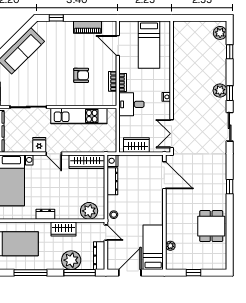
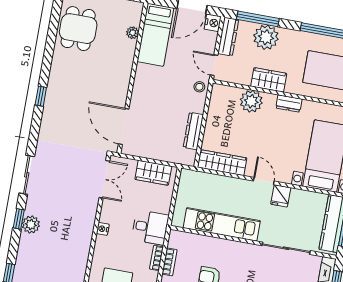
nightstand: (112, 161) -> (213, 23), moved
plant: (89, 211) -> (251, 101), moved
dining table: (211, 226) -> (78, 29), moved

